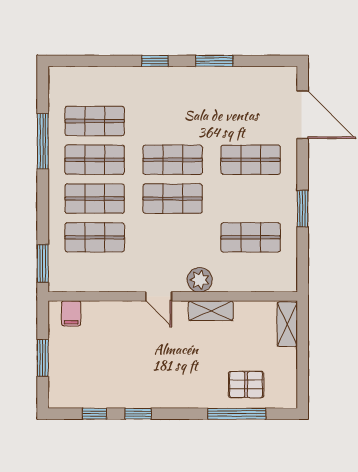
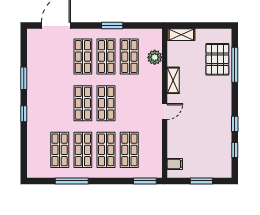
shop shelf: (251, 199) -> (106, 57), added
plant: (200, 280) -> (155, 57), moved
pallet: (246, 385) -> (217, 59), width x1.50, depth x1.42

